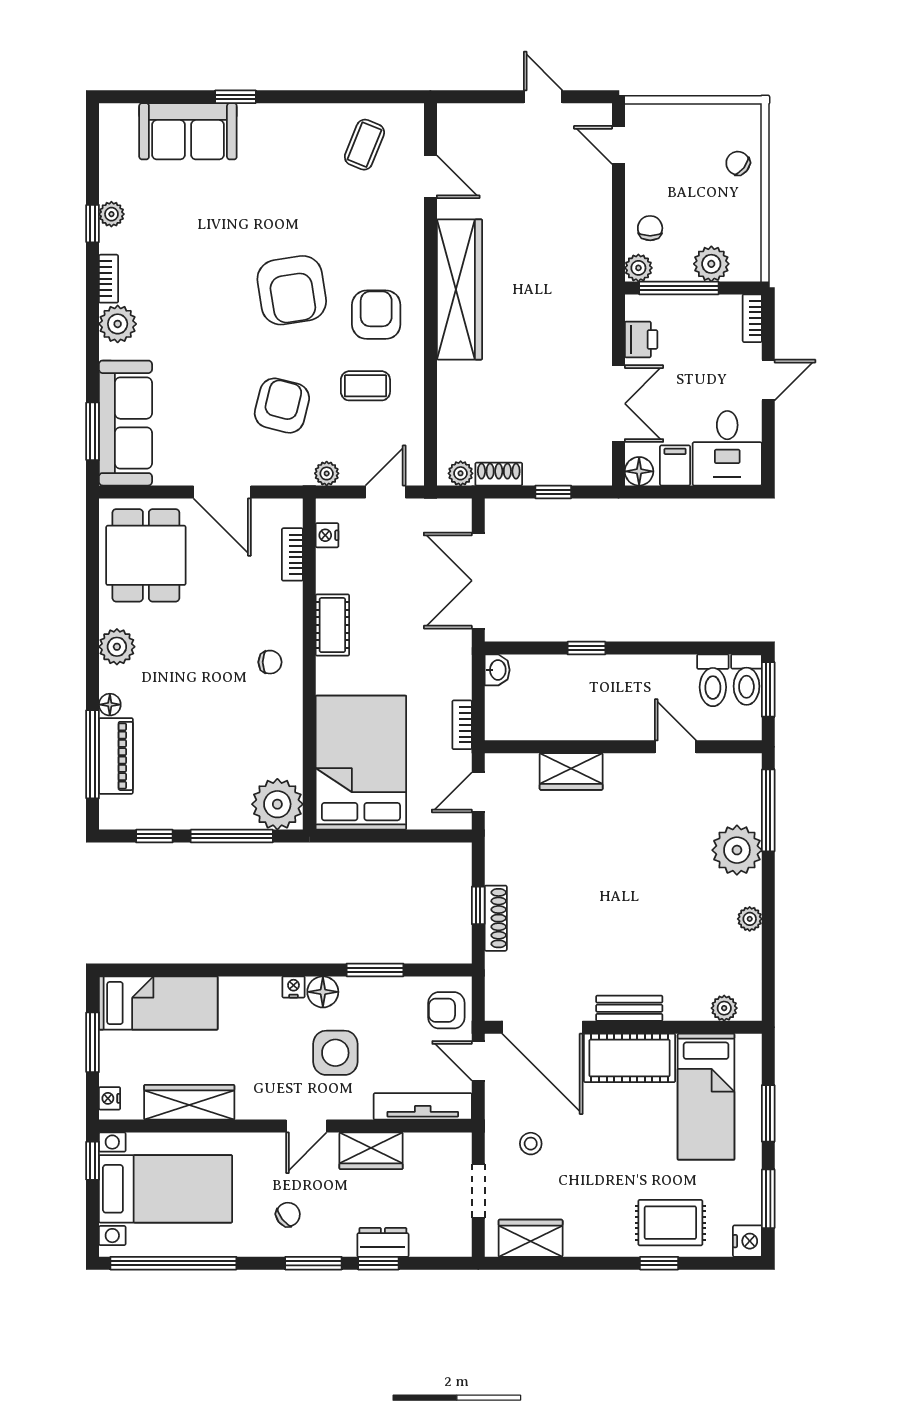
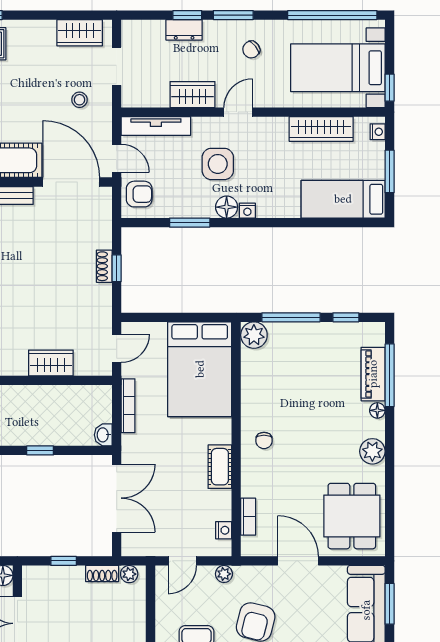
chair: (270, 662) -> (264, 440), turned -90
bookcase: (462, 725) -> (128, 406), width x1.56
plant: (277, 804) -> (254, 335), width x0.73, depth x0.73
shoe rack: (496, 918) -> (104, 266), width x0.70

